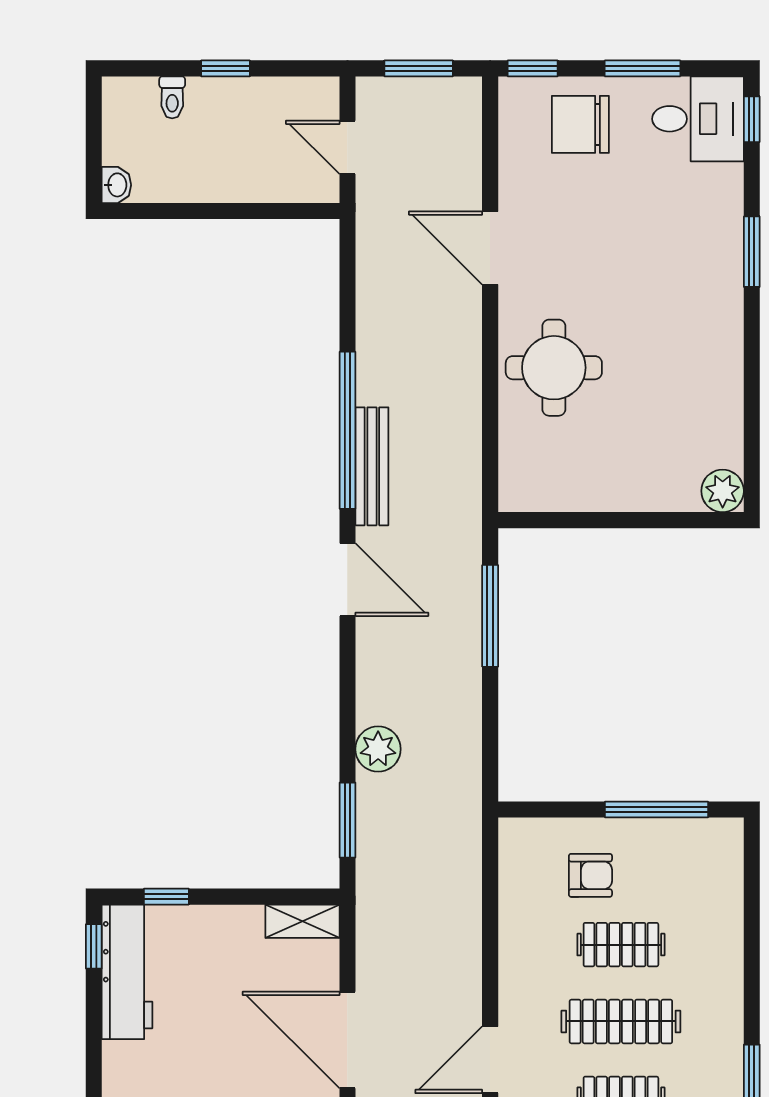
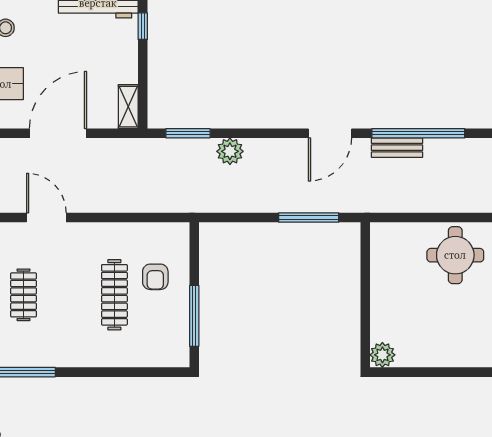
bench: (372, 466) -> (397, 148), width x0.73
clothes rail: (621, 945) -> (114, 295), width x1.36
clothes rail: (621, 1021) -> (69, 295), removed

